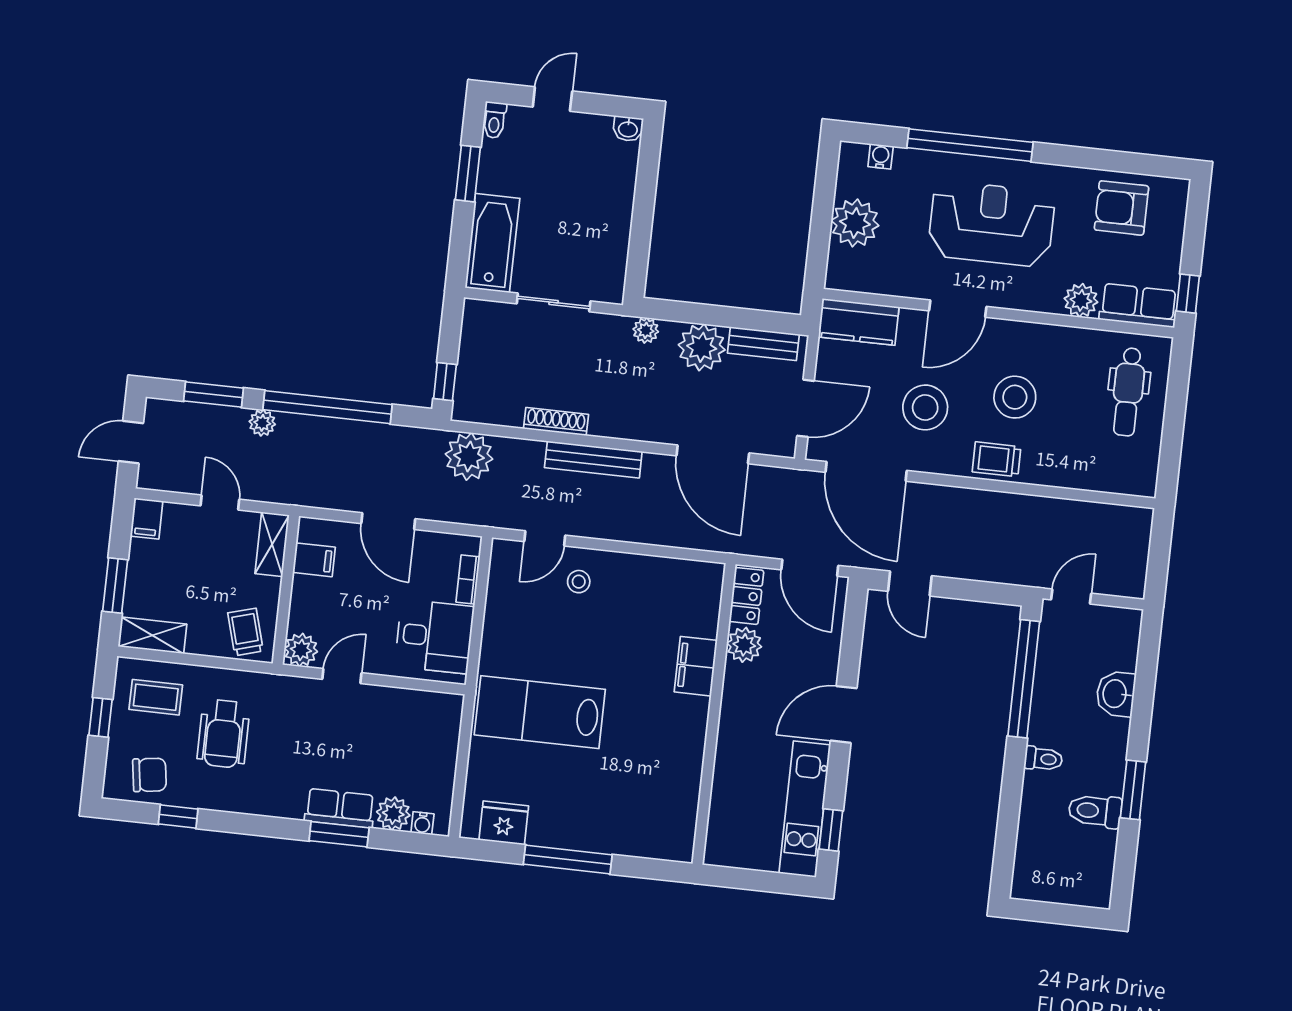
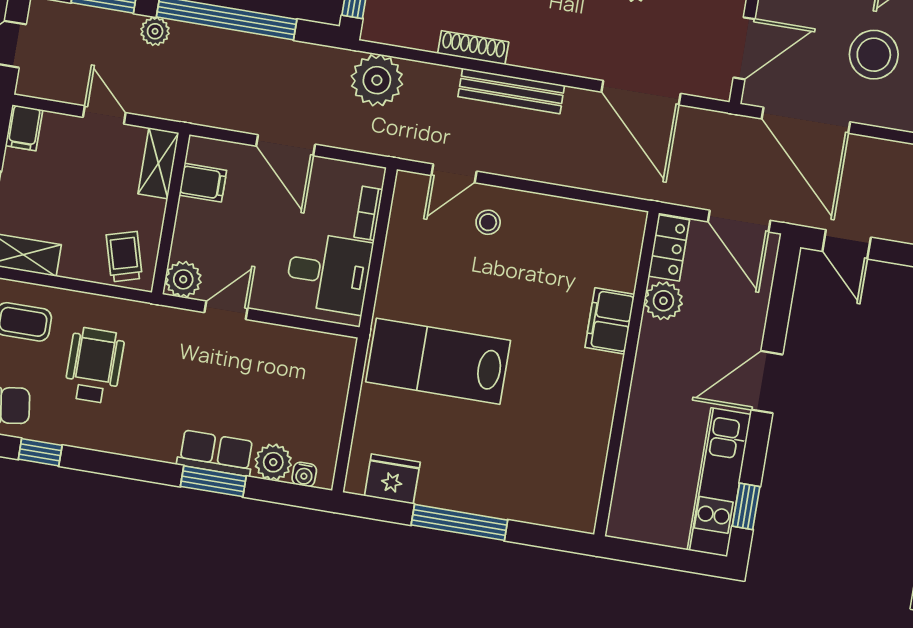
wheelchair: (223, 734) -> (94, 365), turned 180

